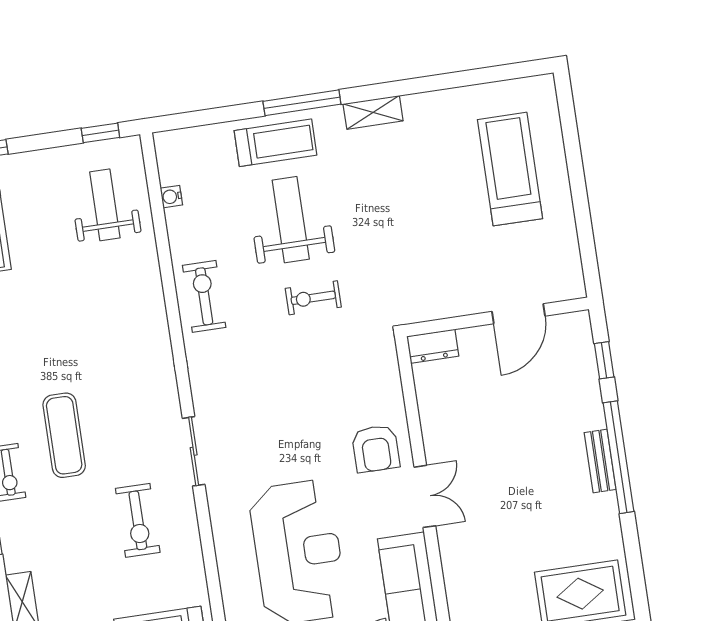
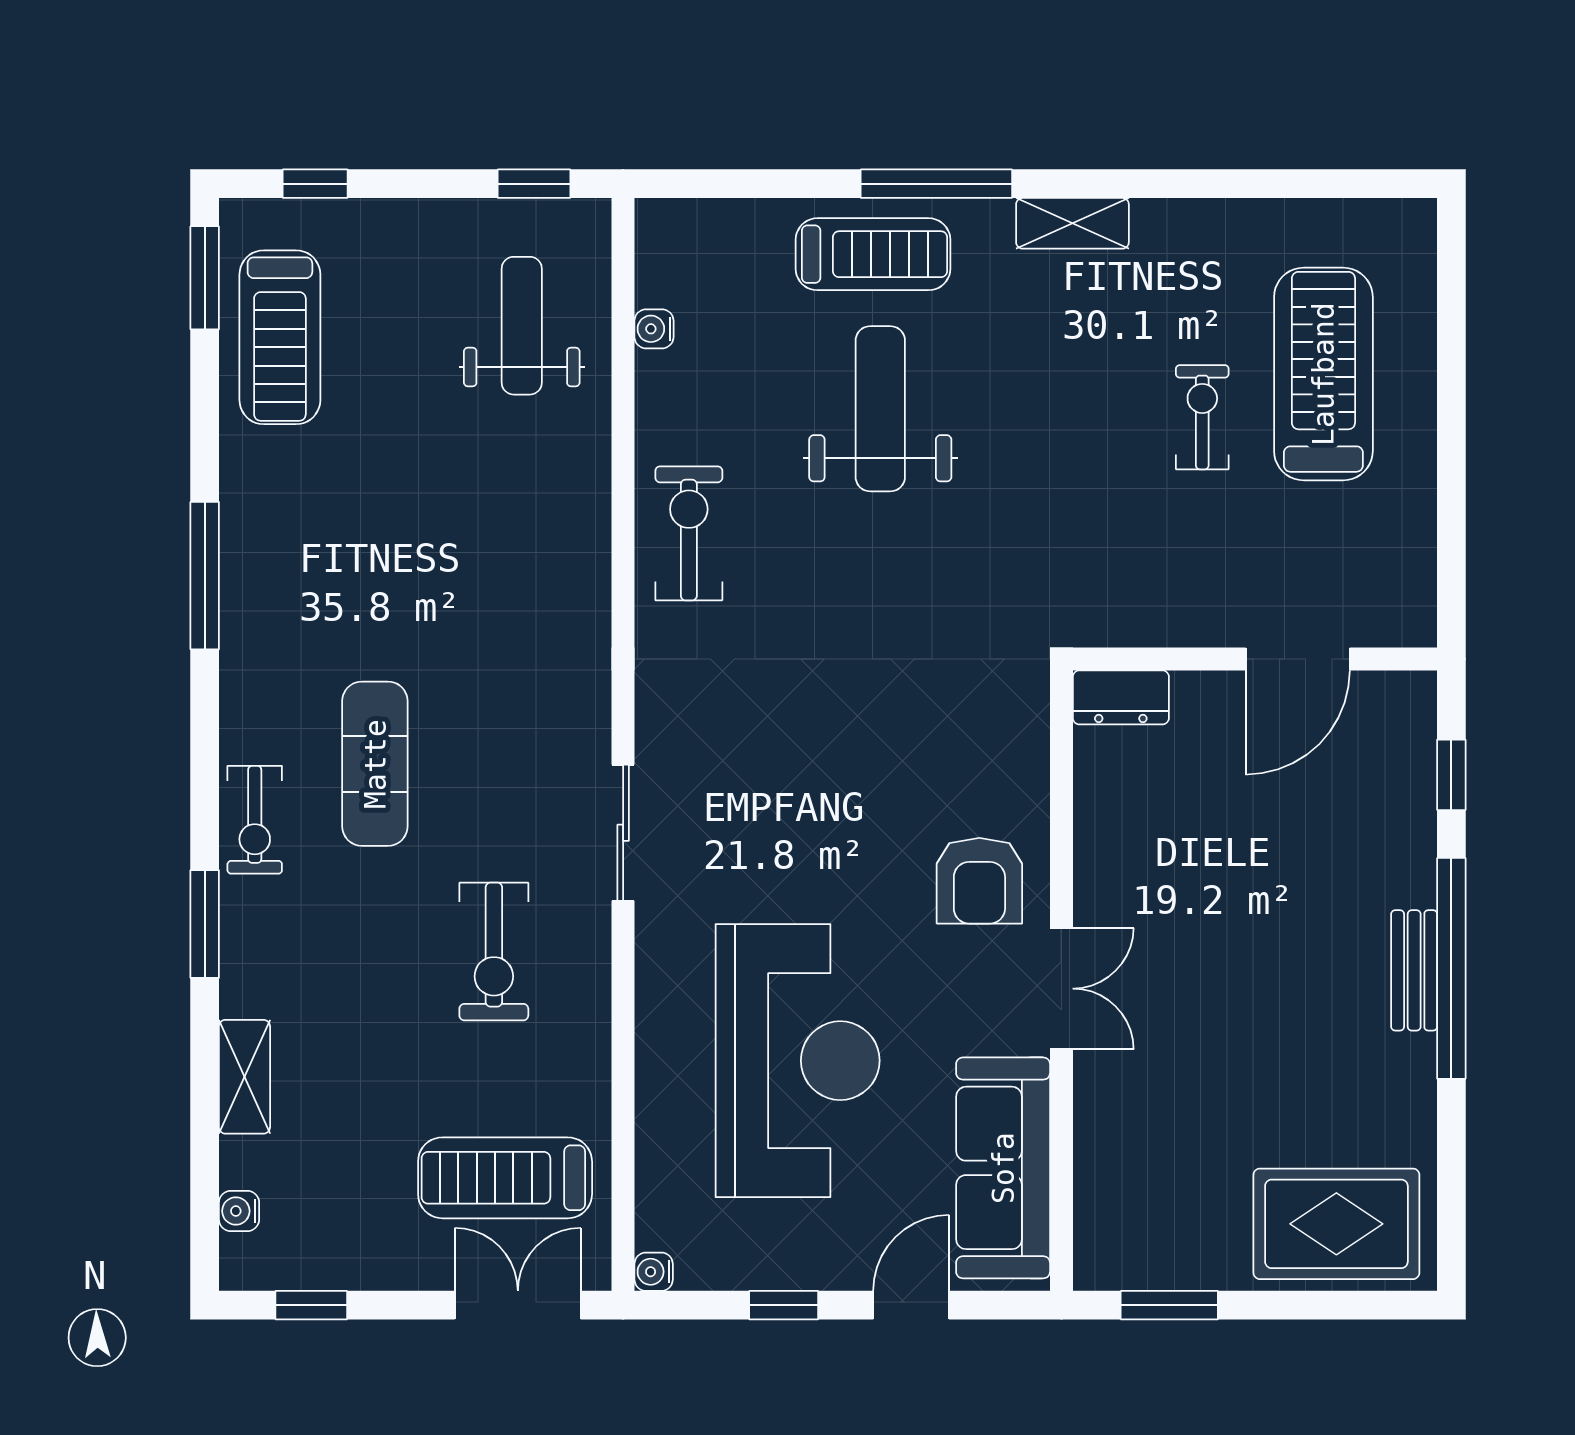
exercise bike: (313, 298) -> (1202, 417), moved, turned 90

